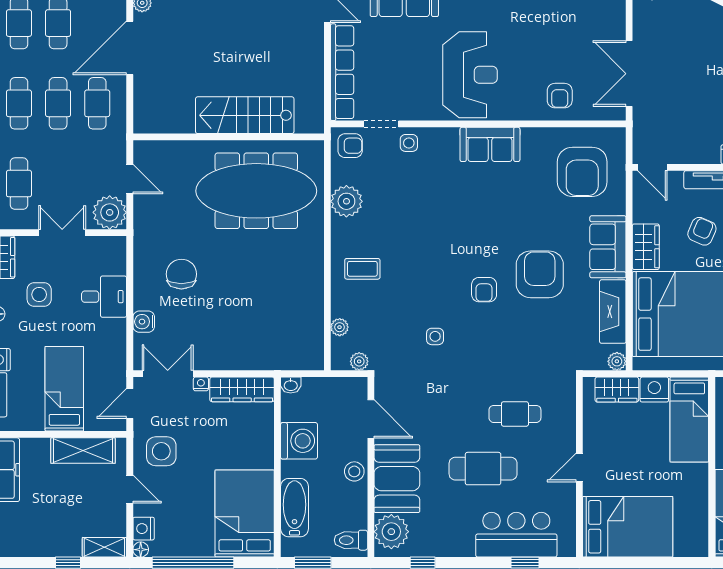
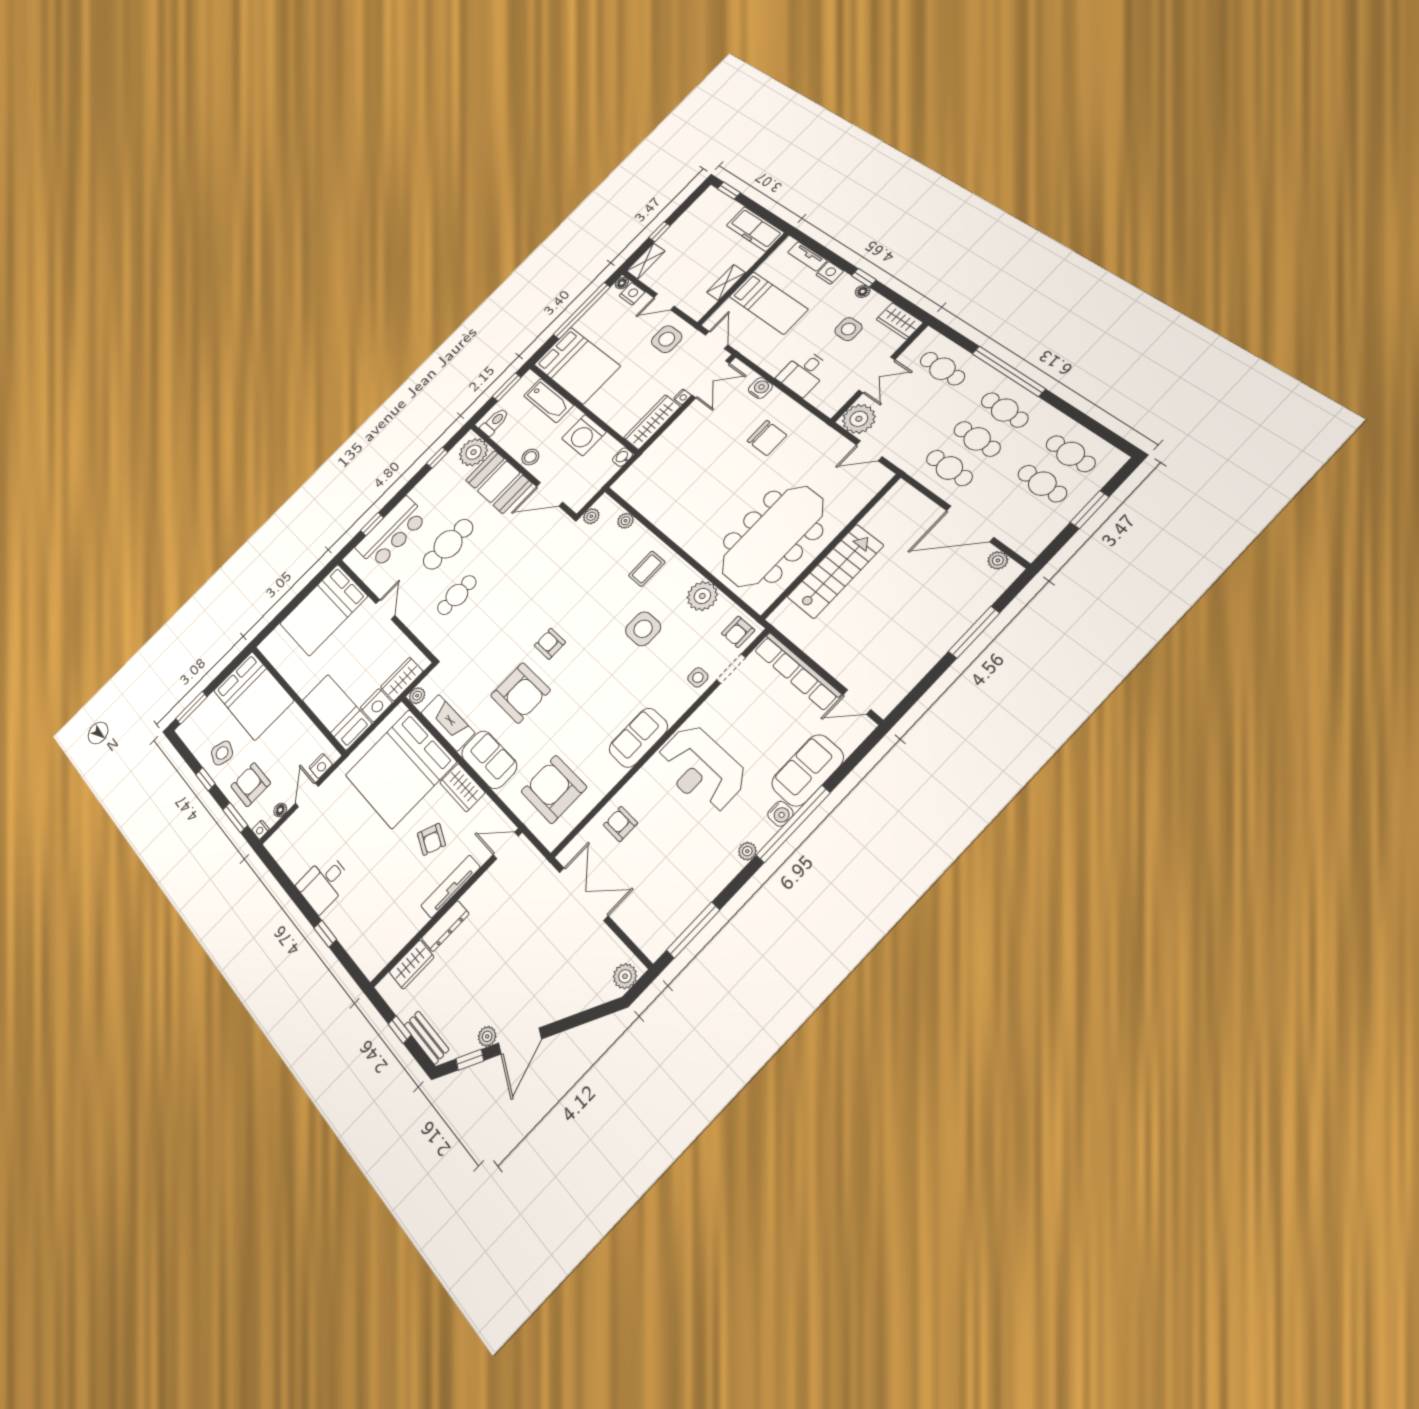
door: (130, 48) -> (970, 524), swing flipped
side table: (435, 336) -> (643, 629), moved, width x1.87, depth x1.87
shelving: (83, 451) -> (726, 282), width x0.67, depth x0.75

